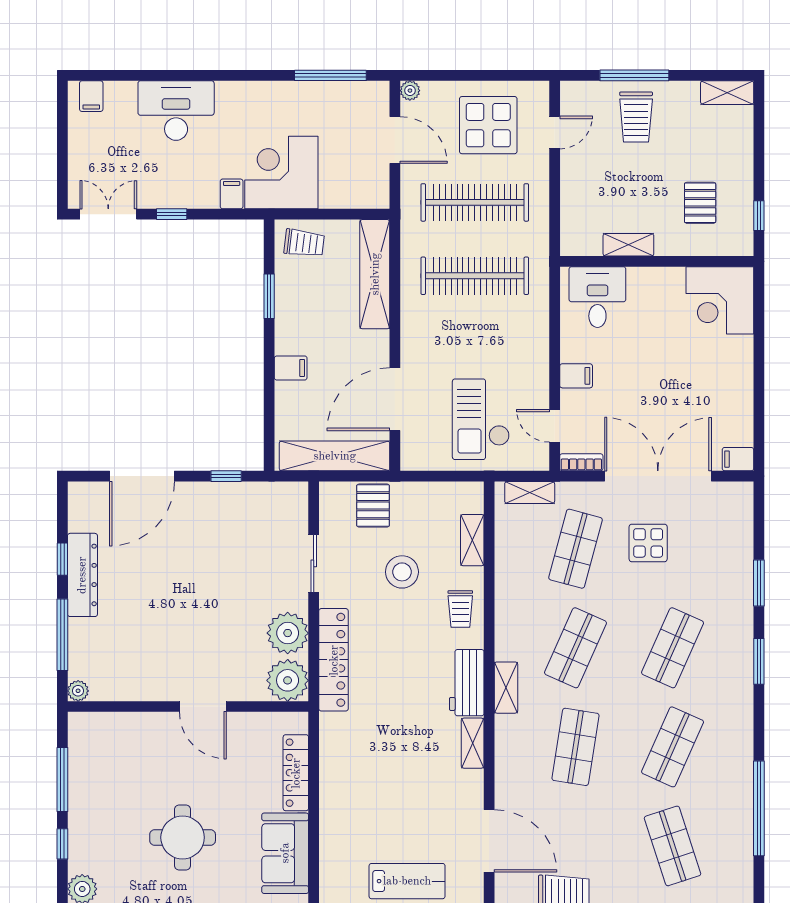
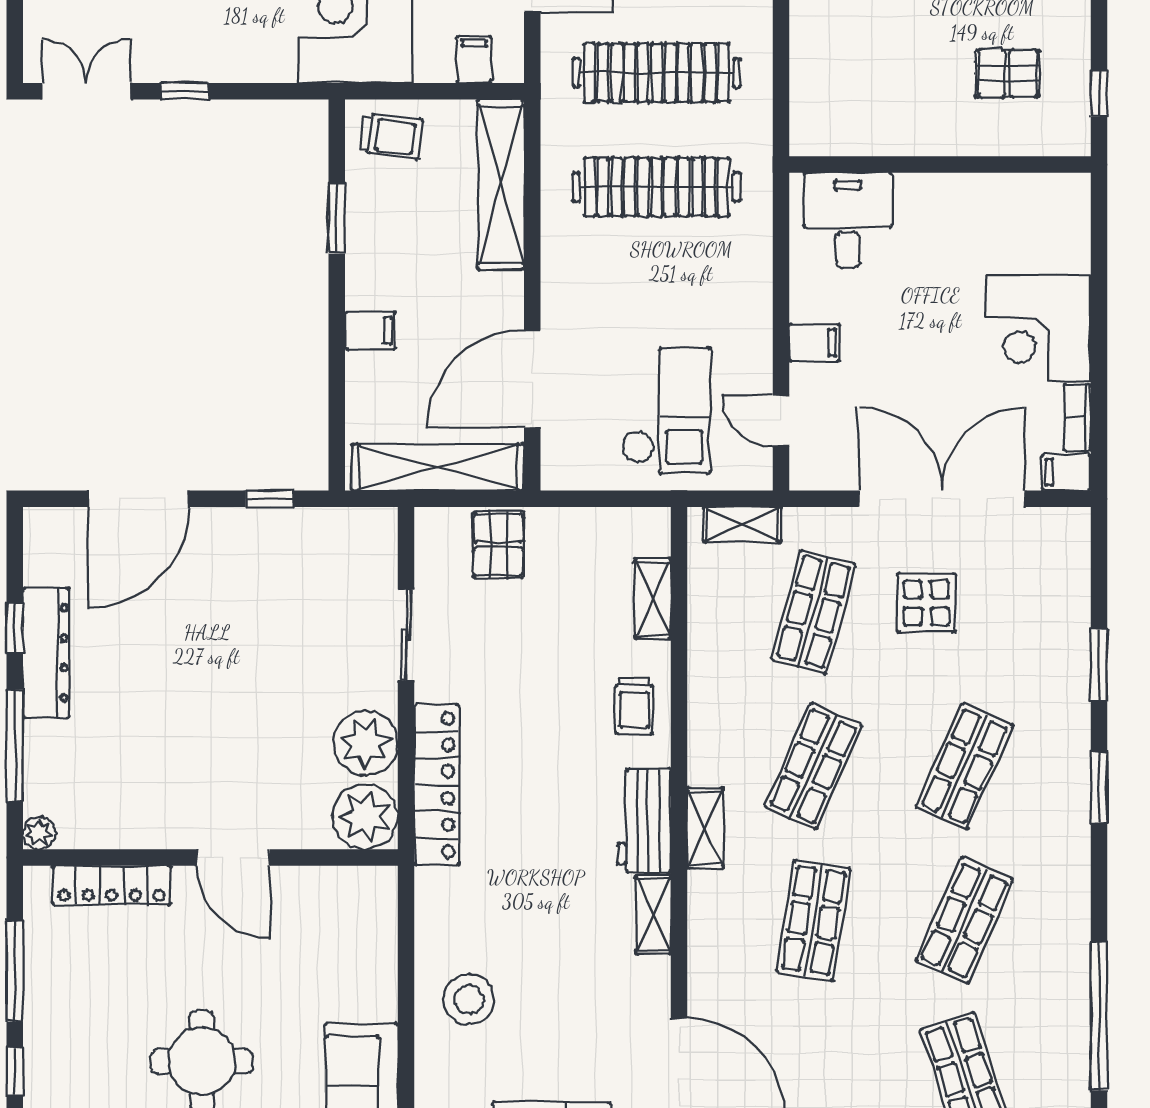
filing cabinet: (232, 194) -> (474, 60), moved
pallet: (700, 203) -> (1007, 73), turned 90
shelving: (628, 245) -> (896, 139), removed
corner desk: (720, 300) -> (1038, 328), moved
checkout: (481, 419) -> (666, 410), turned 180
bookcase: (581, 462) -> (1077, 417), moved, turned -90
stool: (402, 572) -> (469, 999), moved
locker: (296, 773) -> (112, 885), moved, turned -90

